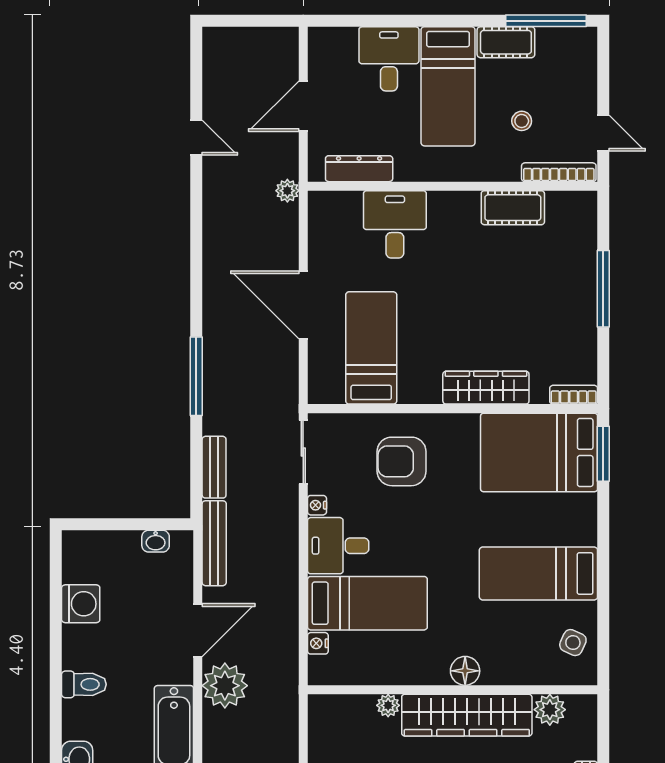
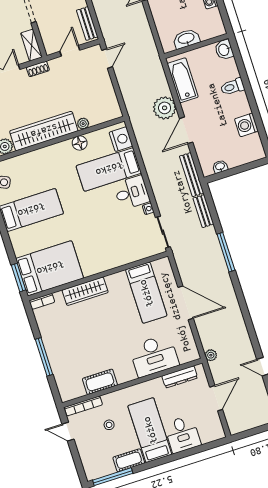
desk: (395, 224) -> (154, 356), width x1.37
armchair: (402, 461) -> (114, 243), removed
nightstand: (318, 643) -> (121, 139), width x1.89, depth x1.79
floor lamp: (465, 671) -> (80, 143), moved

